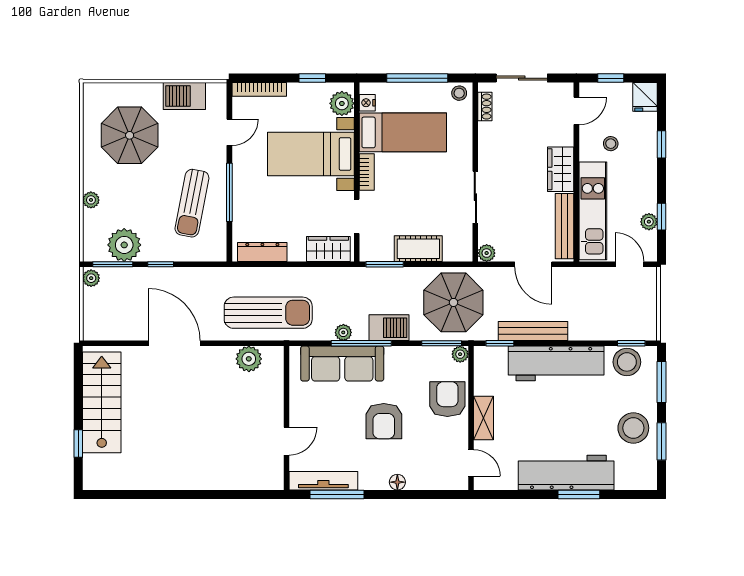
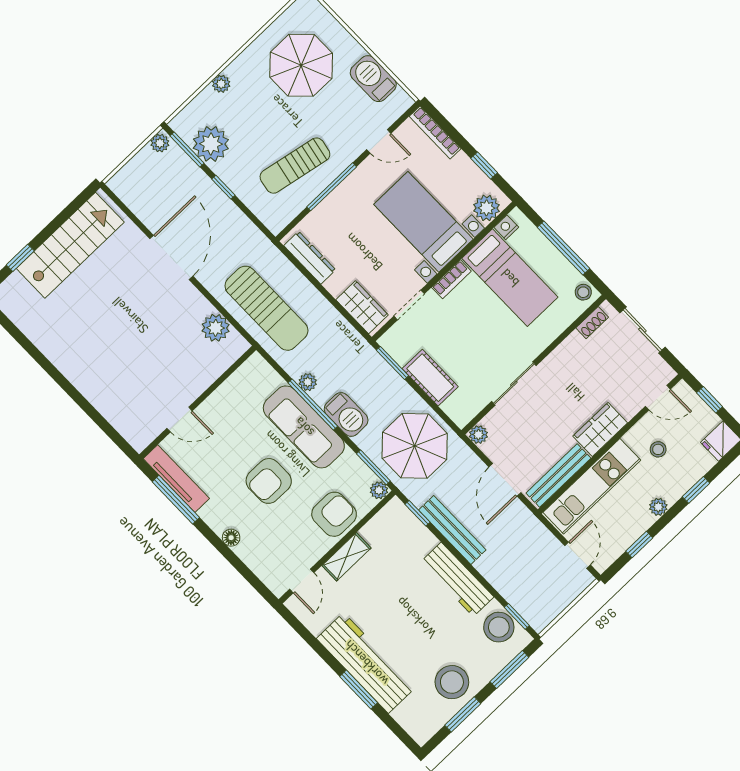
plant: (649, 222) -> (658, 507), moved
workbench: (556, 363) -> (457, 579), width x0.73, depth x0.76
sofa: (342, 364) -> (304, 427), moved

